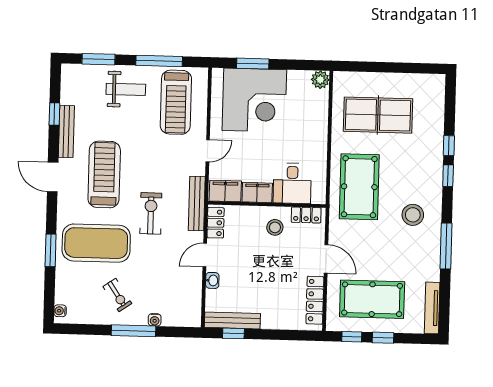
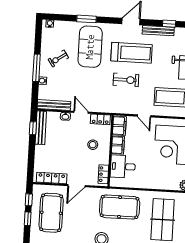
bench: (197, 204) -> (54, 105), moved
exercise bike: (151, 213) -> (126, 80), moved
stool: (275, 227) -> (93, 145), moved

